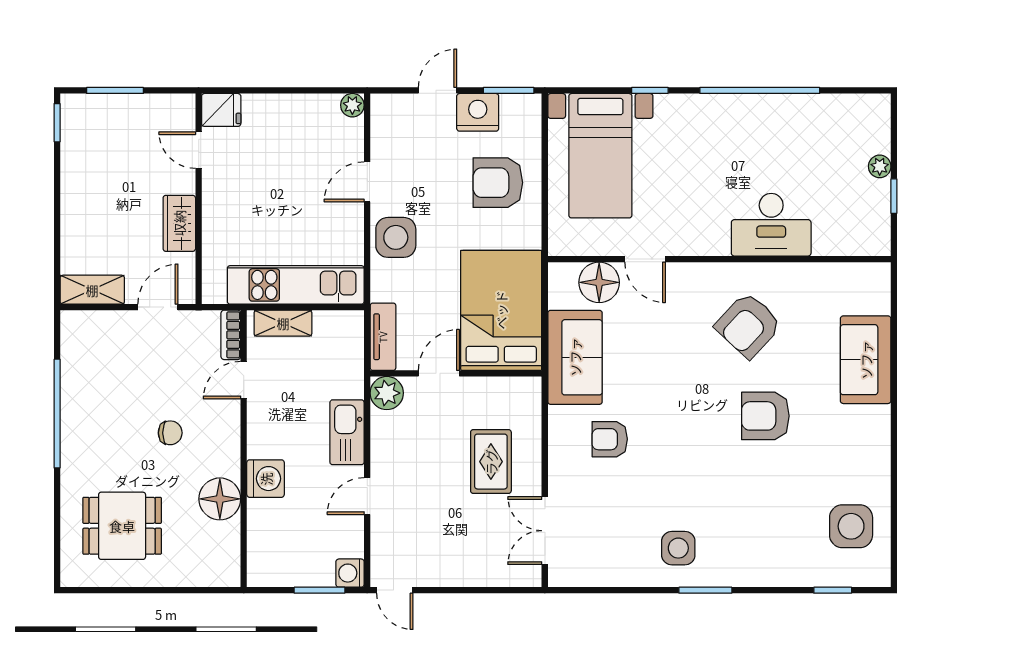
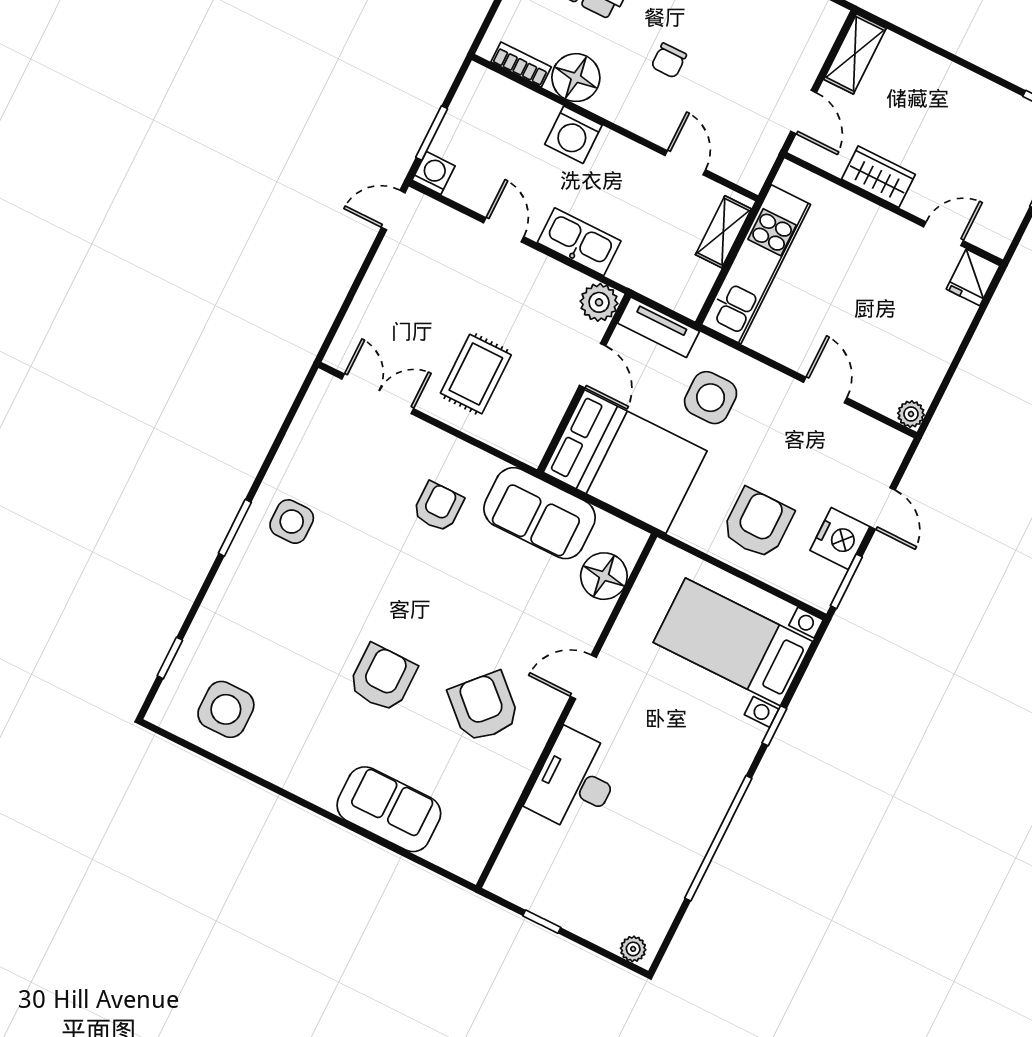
plant: (880, 166) -> (633, 949), moved
side table: (396, 237) -> (711, 398), moved
door: (645, 259) -> (583, 677), moved
bookcase: (231, 335) -> (521, 64), moved
rug: (491, 462) -> (476, 374), turned 90

